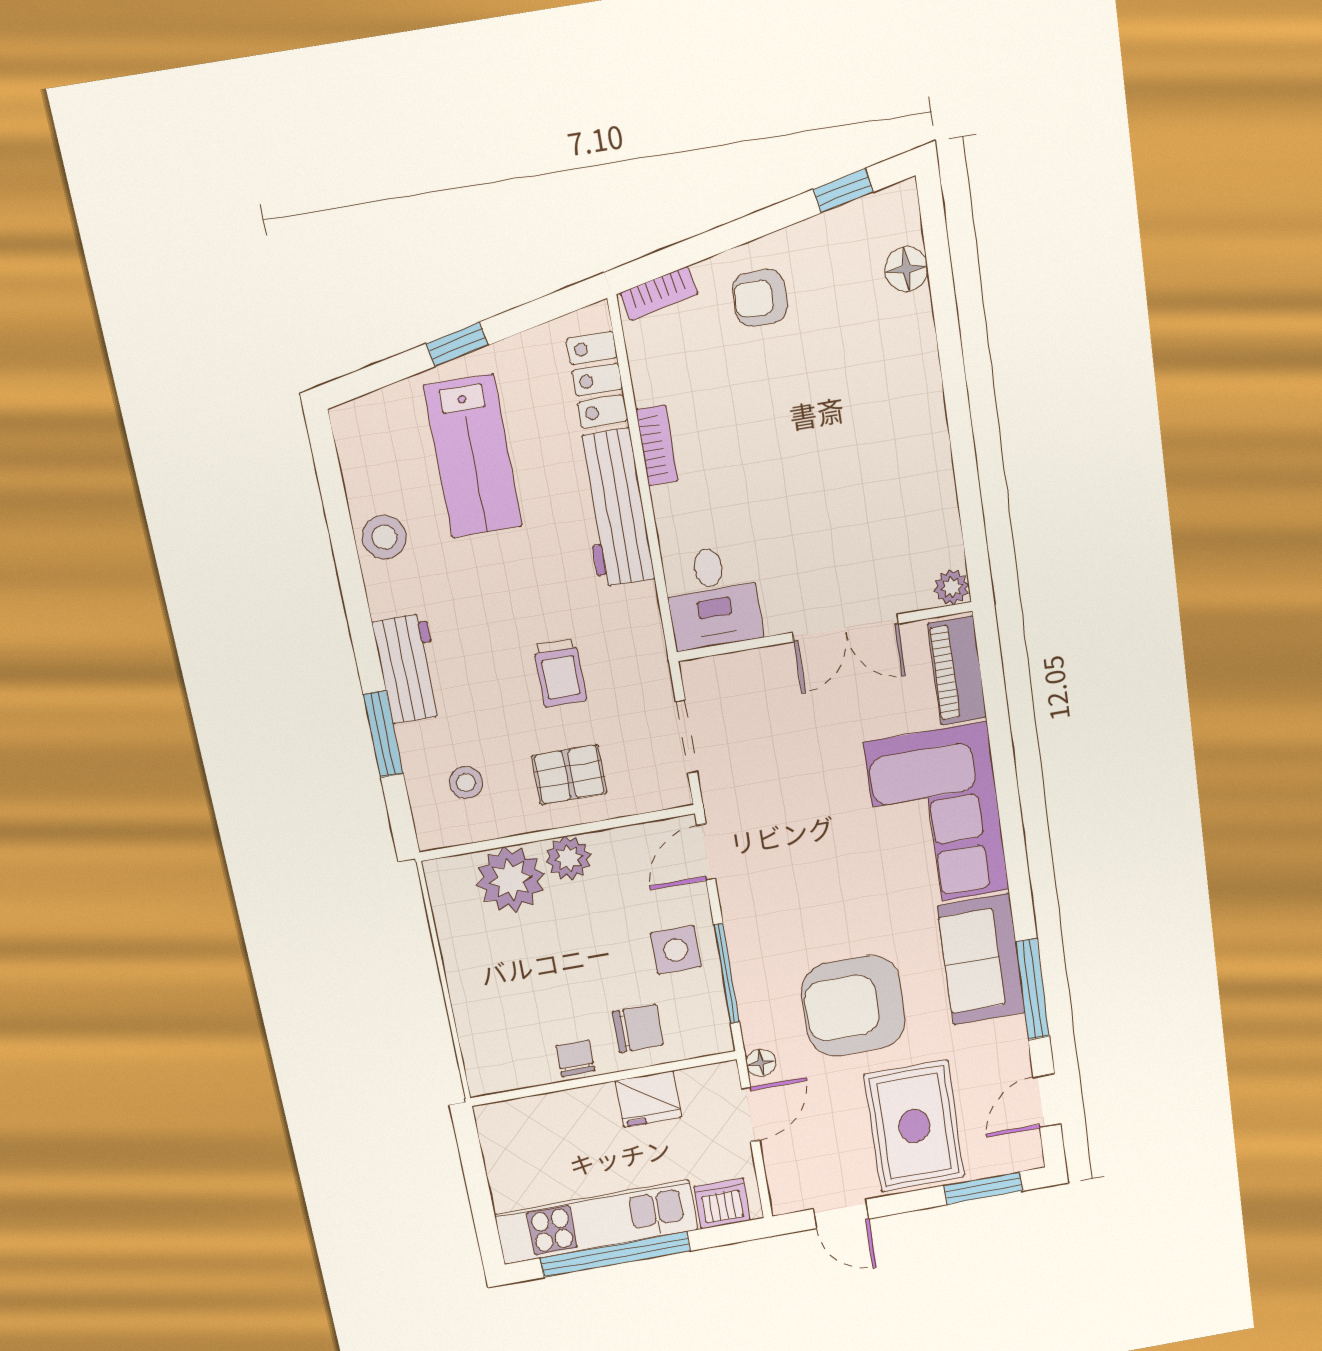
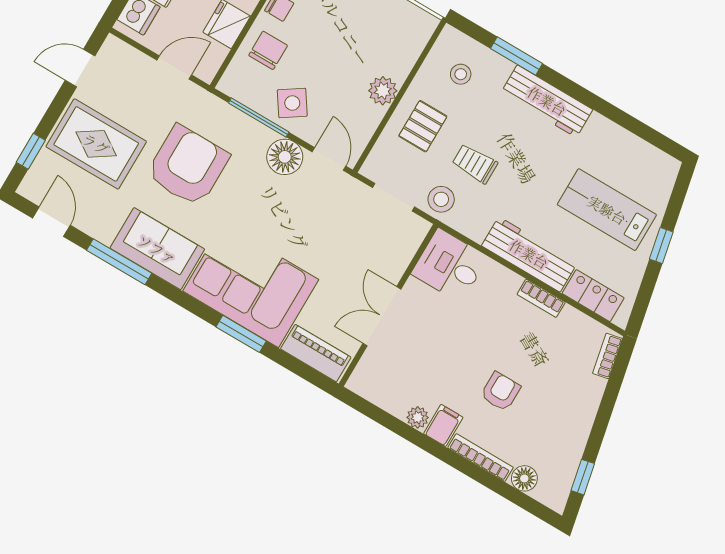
armchair: (760, 298) -> (500, 392), moved
bookcase: (924, 351) -> (481, 458), added
filing cabinet: (921, 435) -> (443, 425), added
stool: (384, 537) -> (441, 199), moved
plant: (952, 587) -> (418, 417), moved
workbench: (409, 669) -> (547, 101), width x1.37
window: (1006, 779) -> (241, 334), added
plant: (510, 879) -> (396, 54), removed
side table: (676, 950) -> (292, 103), turned -34
chair: (638, 1028) -> (268, 50), turned 180
floor lamp: (761, 1063) -> (285, 157), moved, width x1.89, depth x1.89
door: (751, 1114) -> (174, 68), swing flipped
window: (983, 1188) -> (31, 151), width x0.67

